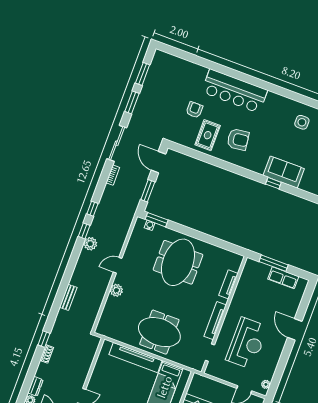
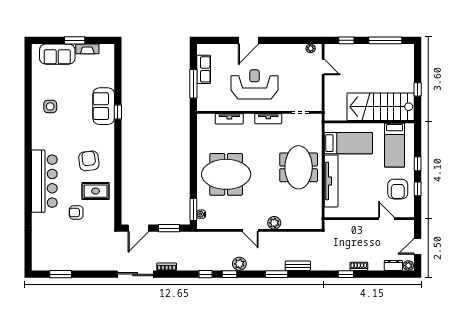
window: (132, 102) -> (277, 274), moved
tv unit: (215, 321) -> (268, 119), width x0.71
reception desk: (247, 343) -> (255, 84), moved

